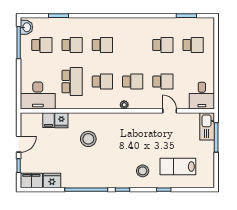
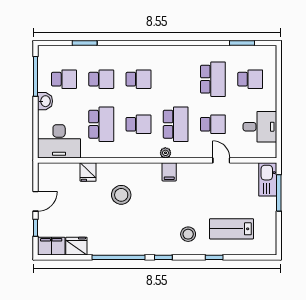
washbasin: (26, 27) -> (45, 101), moved
school desk: (163, 45) -> (213, 79), width x1.85
school desk: (133, 82) -> (176, 124), width x1.85
desk: (202, 96) -> (260, 127), moved, turned -90
filing cabinet: (48, 120) -> (169, 172), moved

